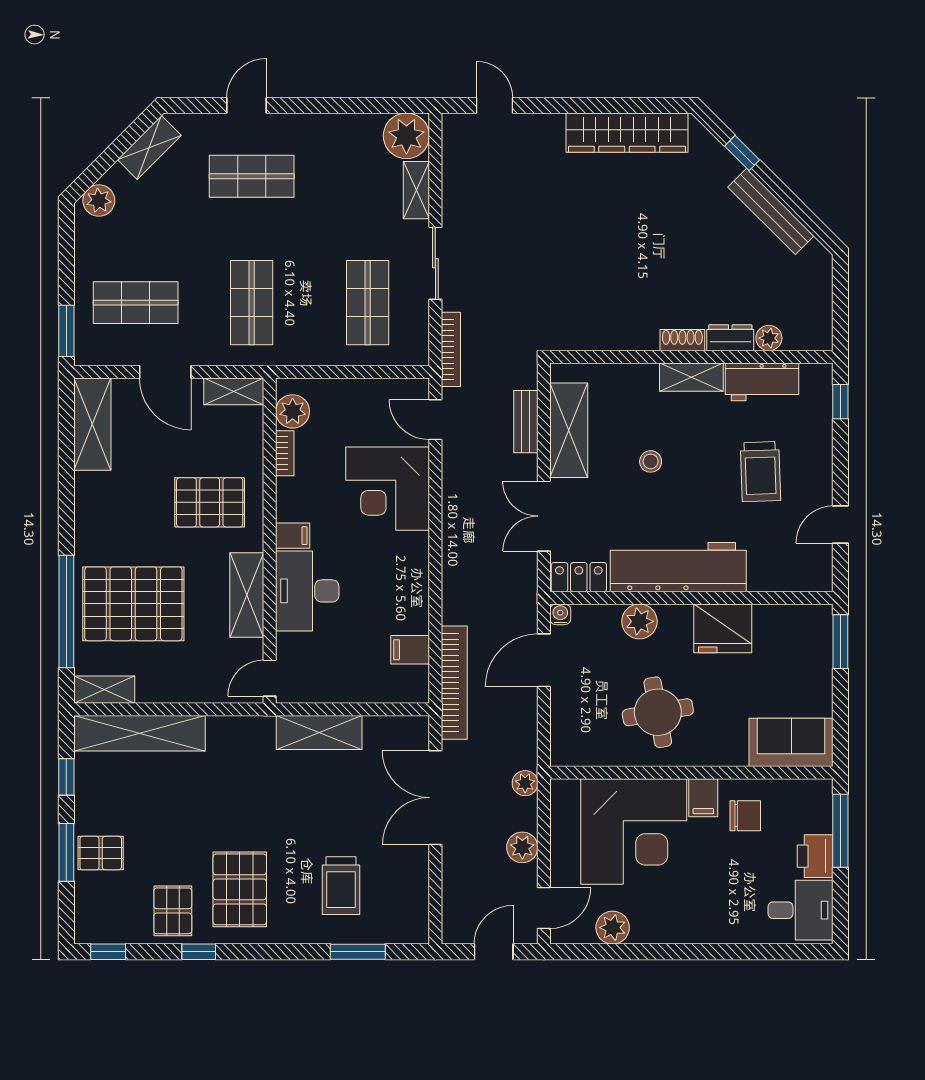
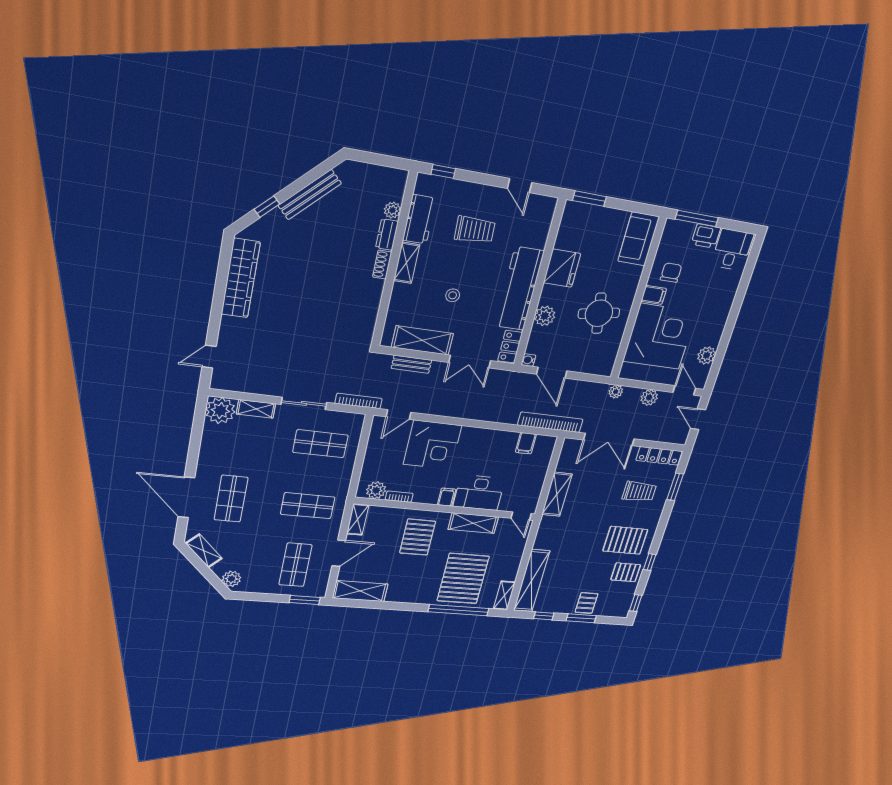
door: (246, 105) -> (186, 497), width x1.88
locker: (415, 901) -> (659, 456), added

